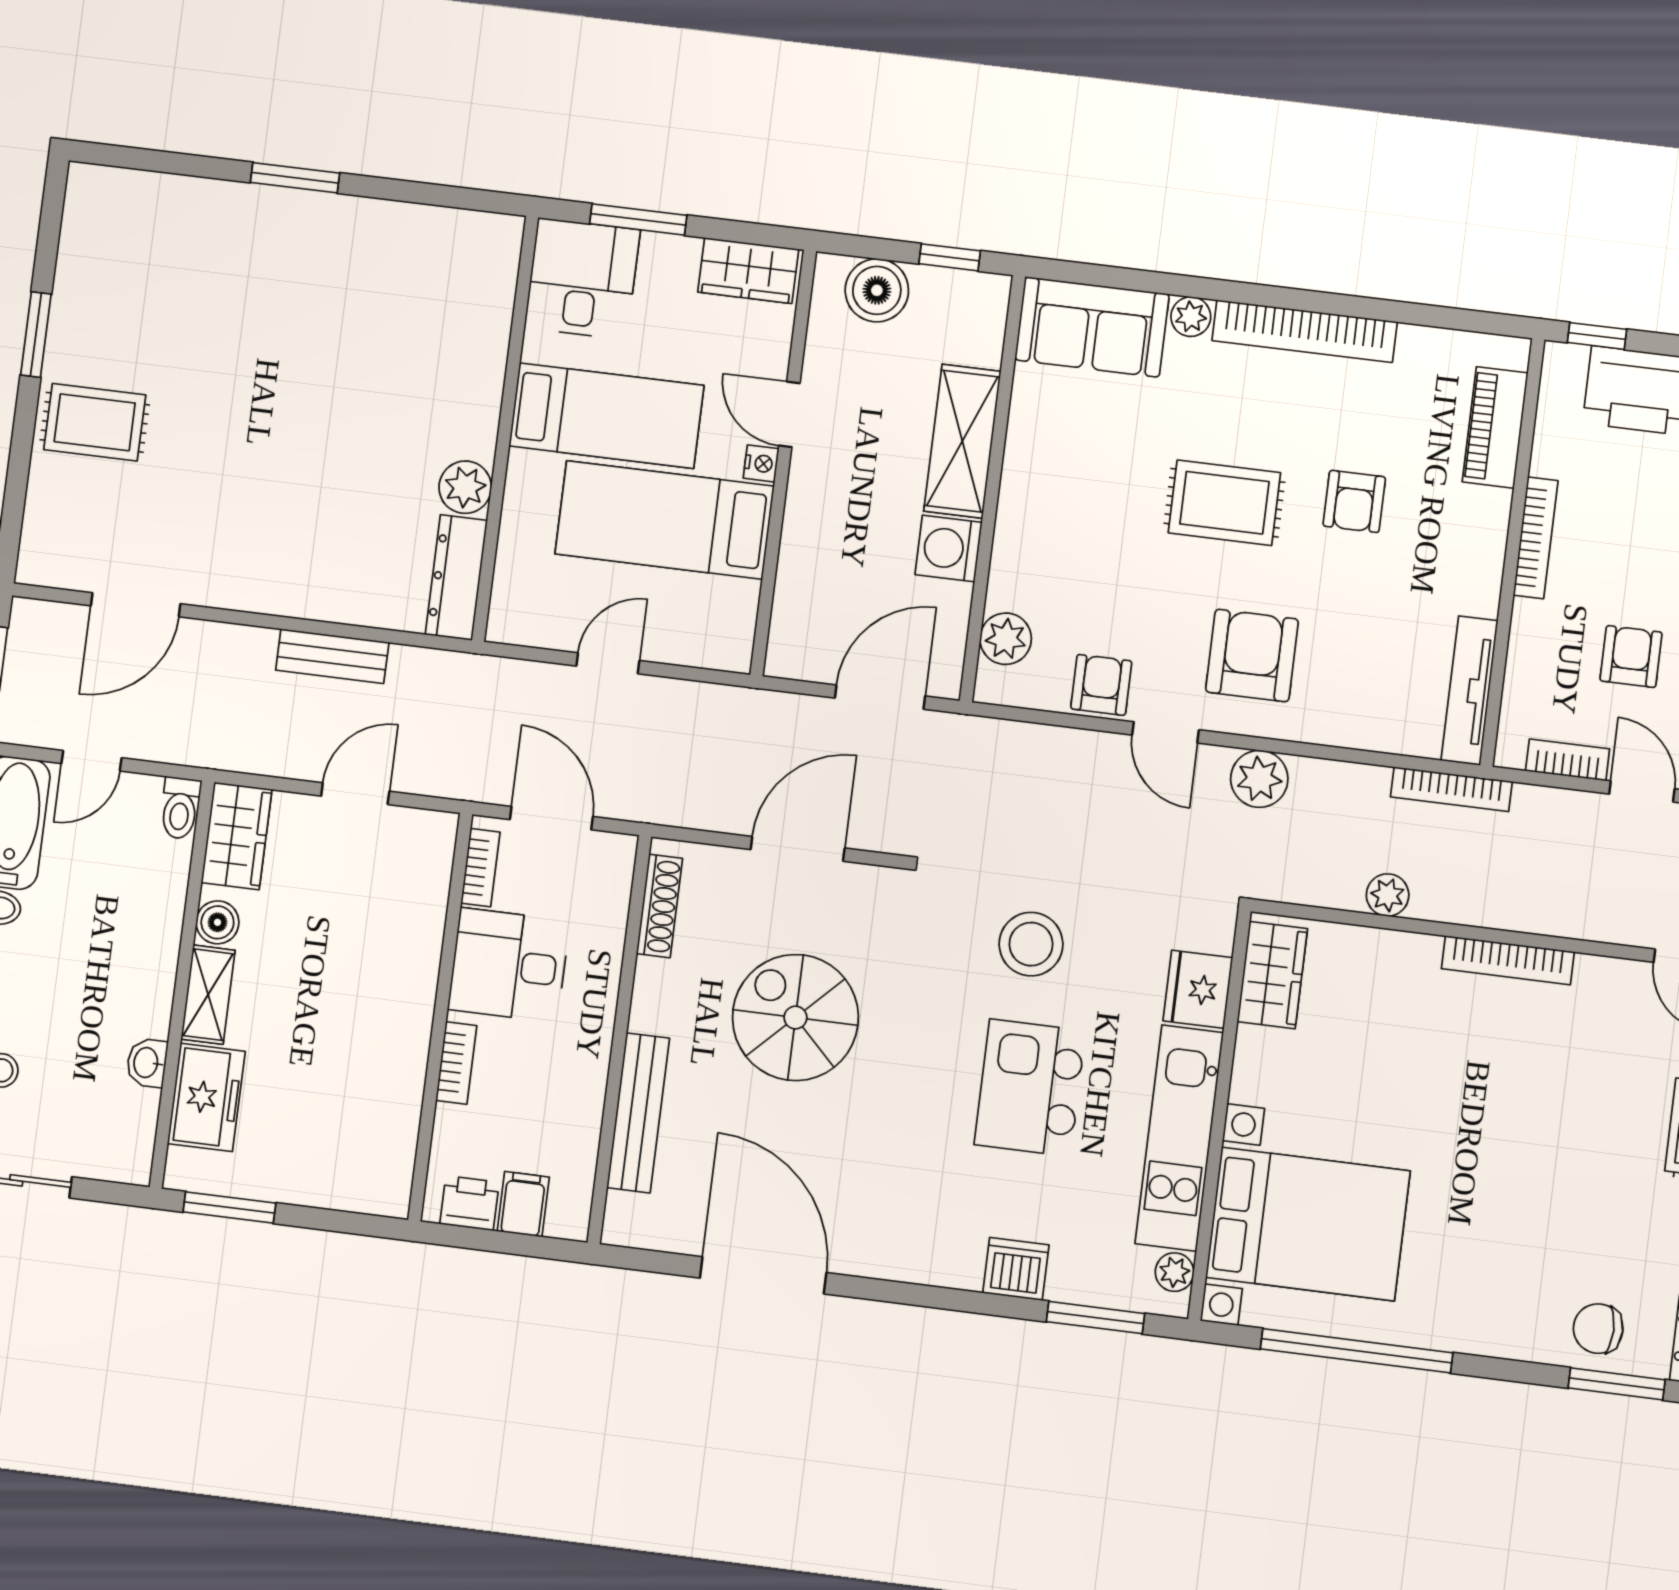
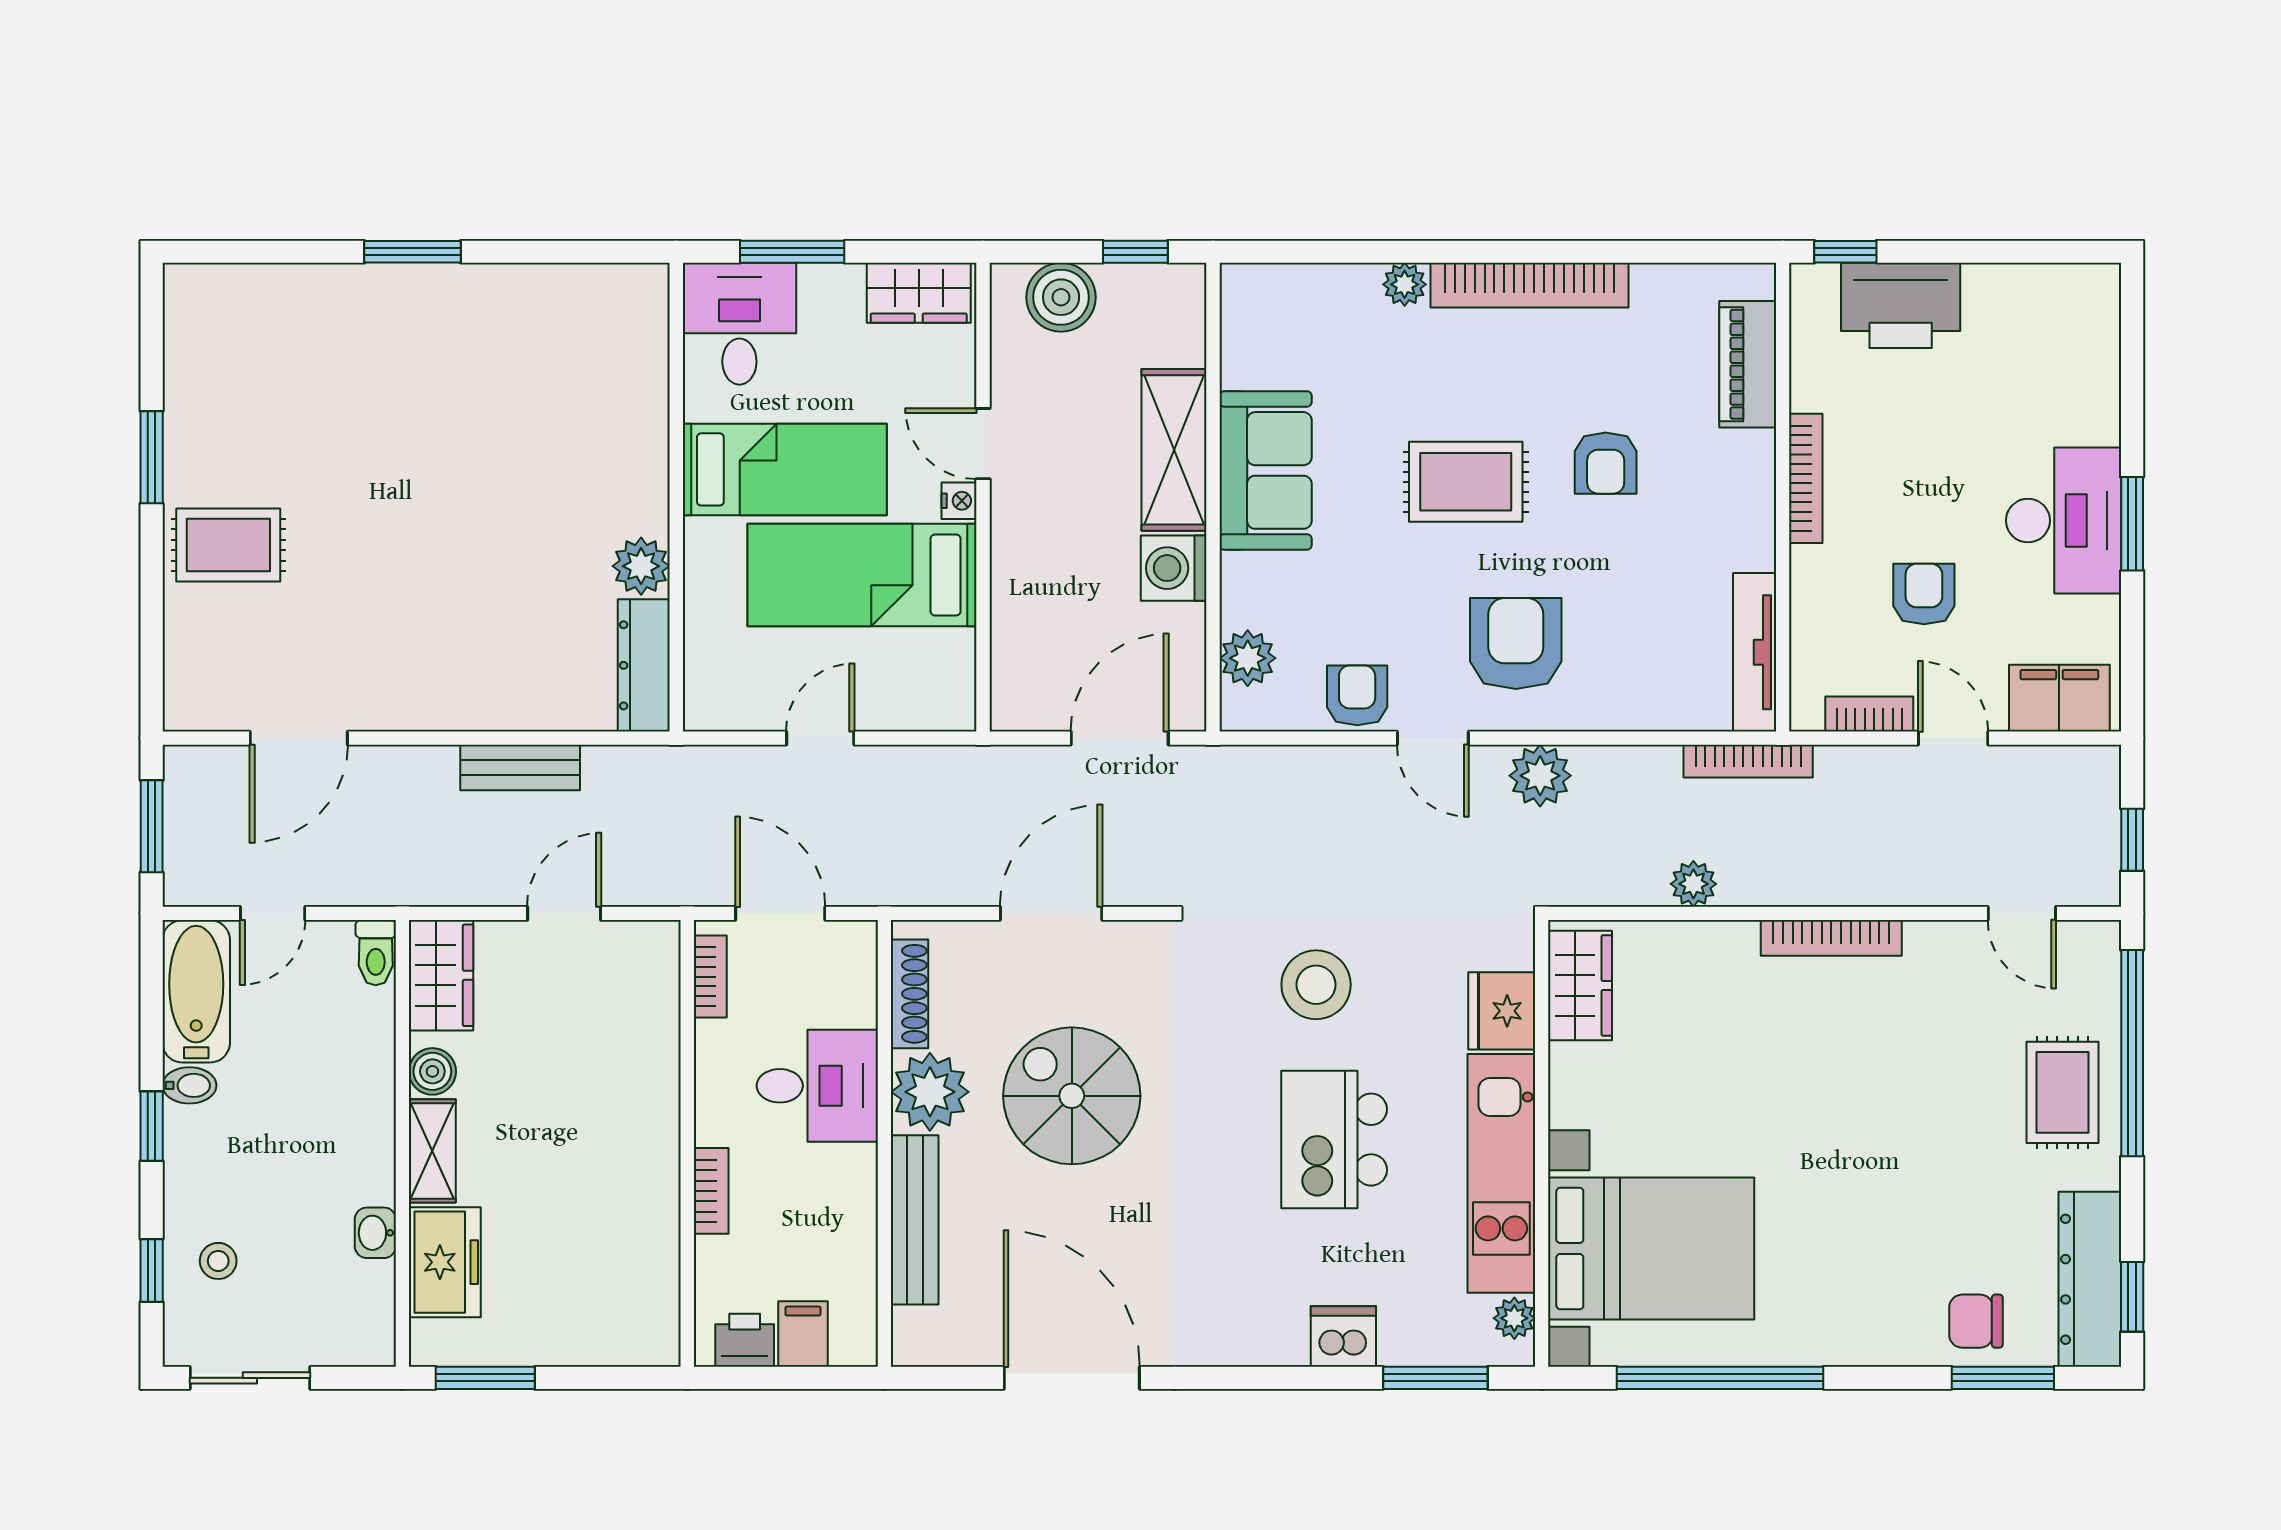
sofa: (1092, 327) -> (1266, 470), moved, turned -90
desk: (509, 965) -> (817, 1086), moved, turned 180
plant: (667, 998) -> (930, 1092), added

